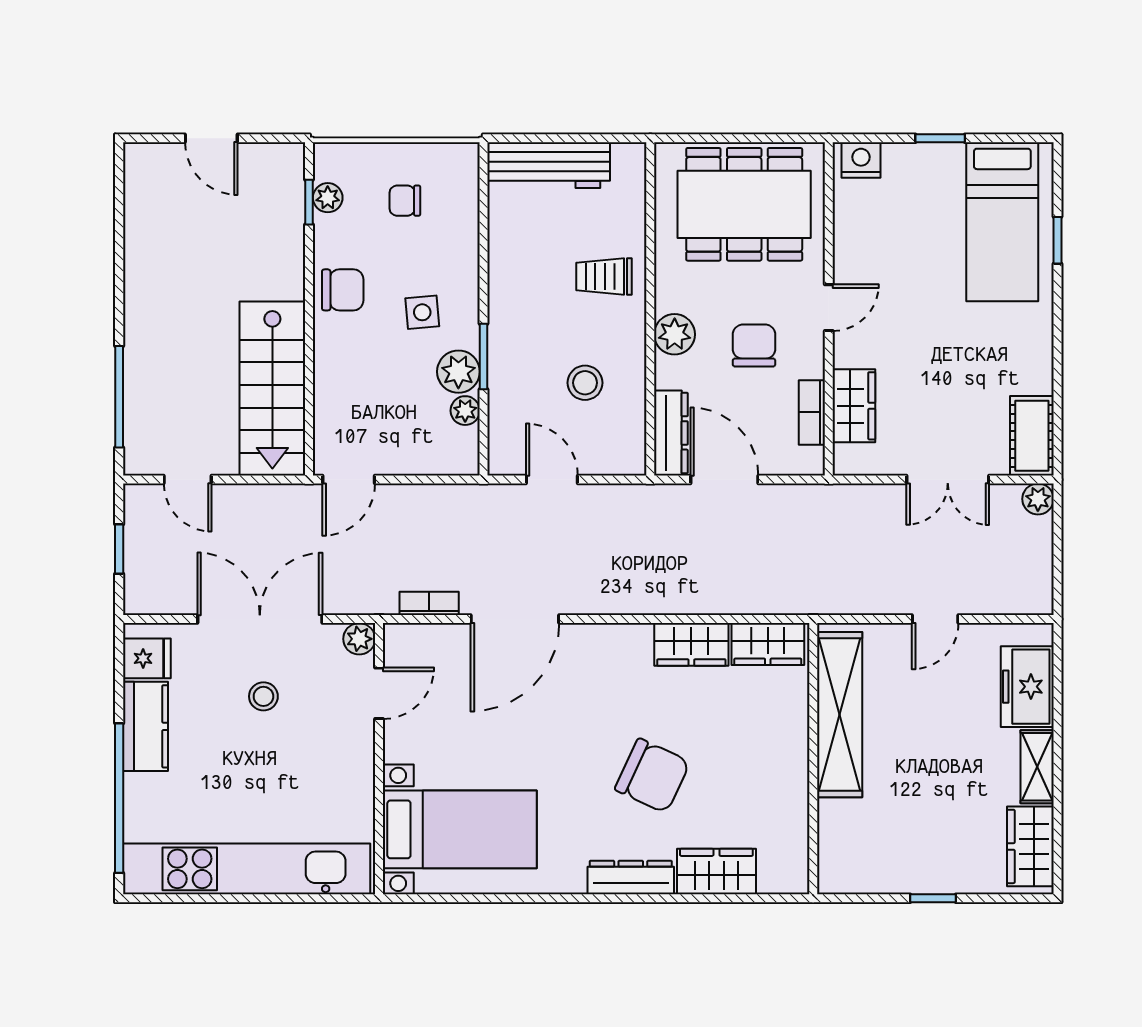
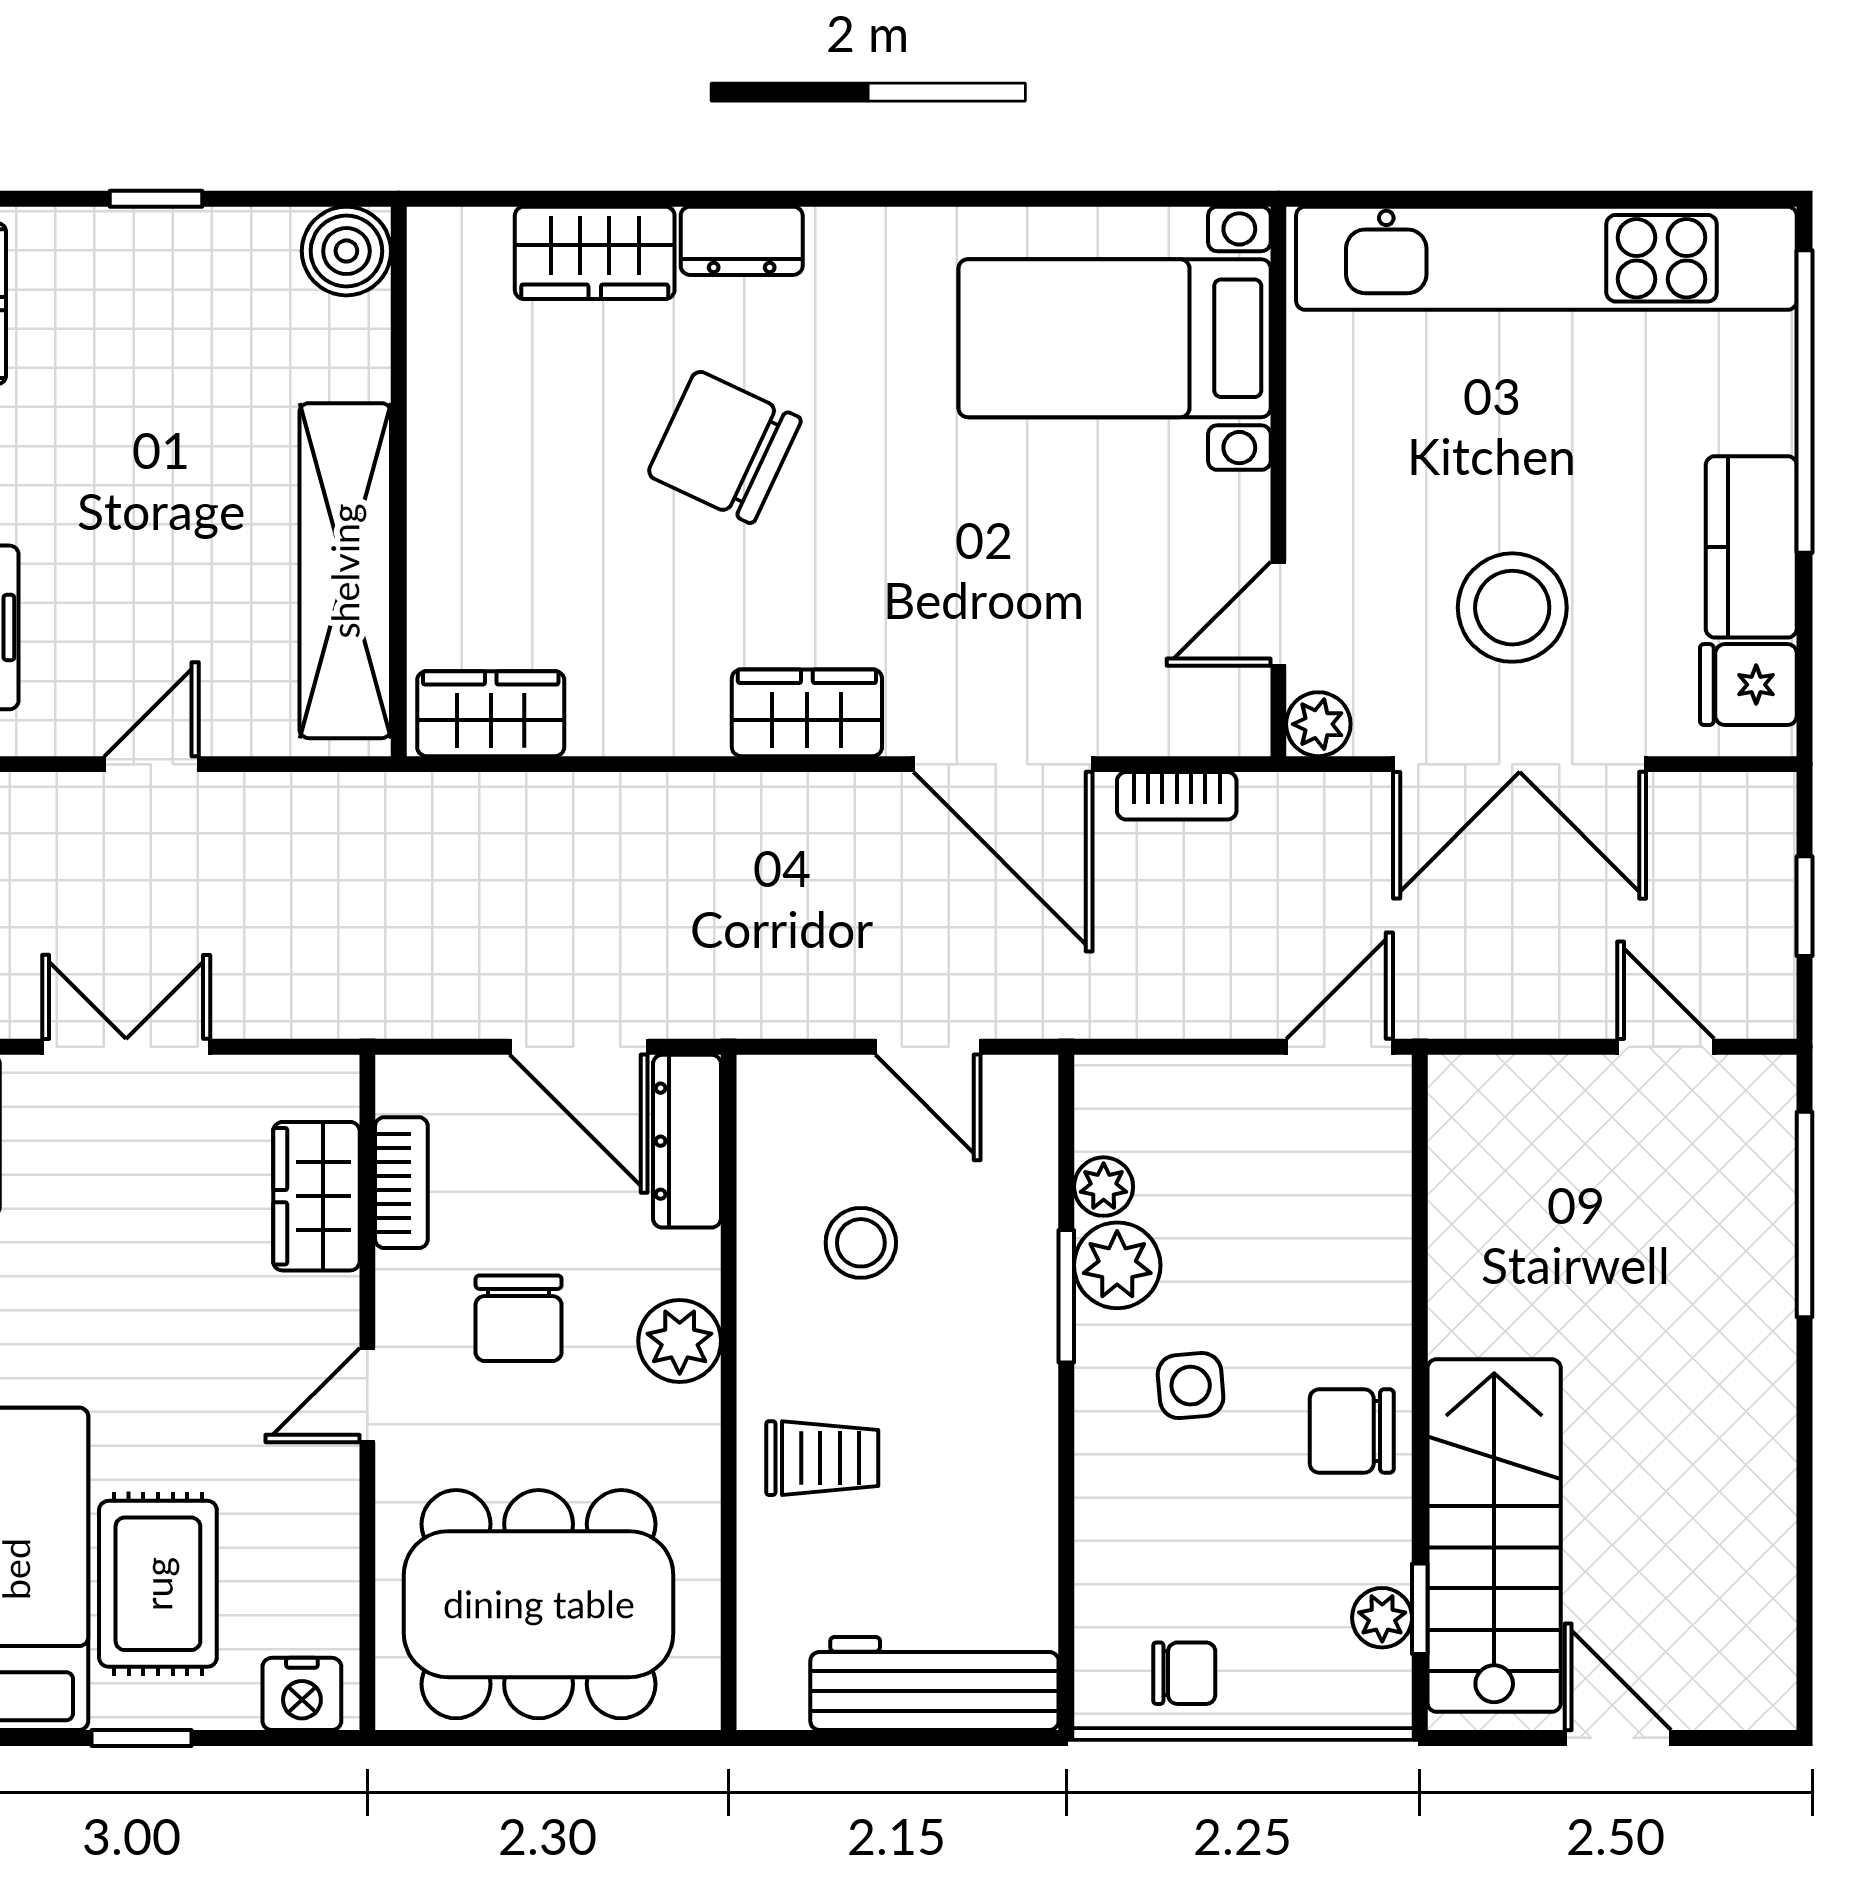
chair: (405, 201) -> (1184, 1673), moved
rug: (932, 214) -> (158, 1584), added
stairs: (272, 389) -> (1494, 1536), moved
door: (515, 619) -> (1003, 764), swing flipped
wardrobe: (691, 644) -> (807, 713), moved
stool: (263, 696) -> (1512, 608), width x1.89, depth x1.89
boiler: (839, 872) -> (346, 251), added
dresser: (631, 877) -> (742, 241), width x0.70

